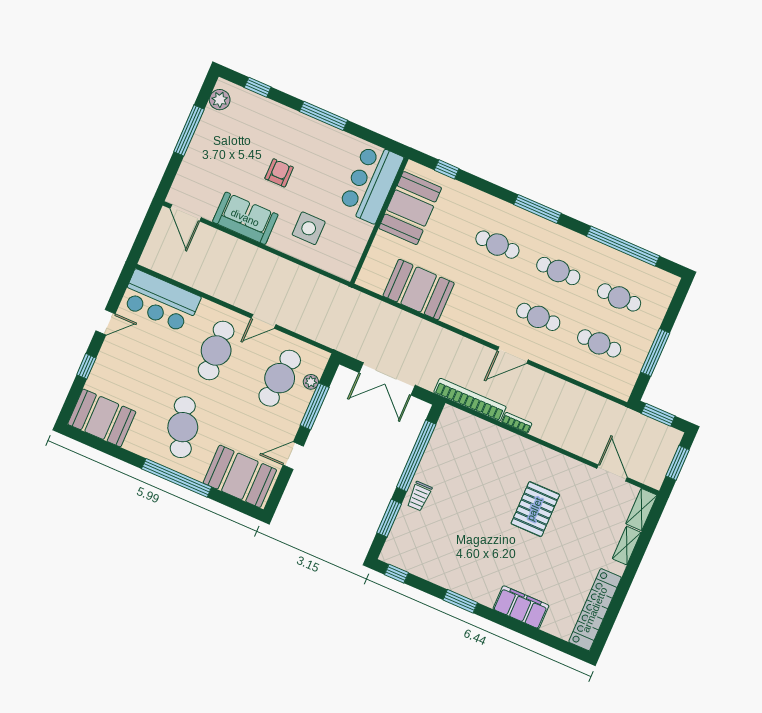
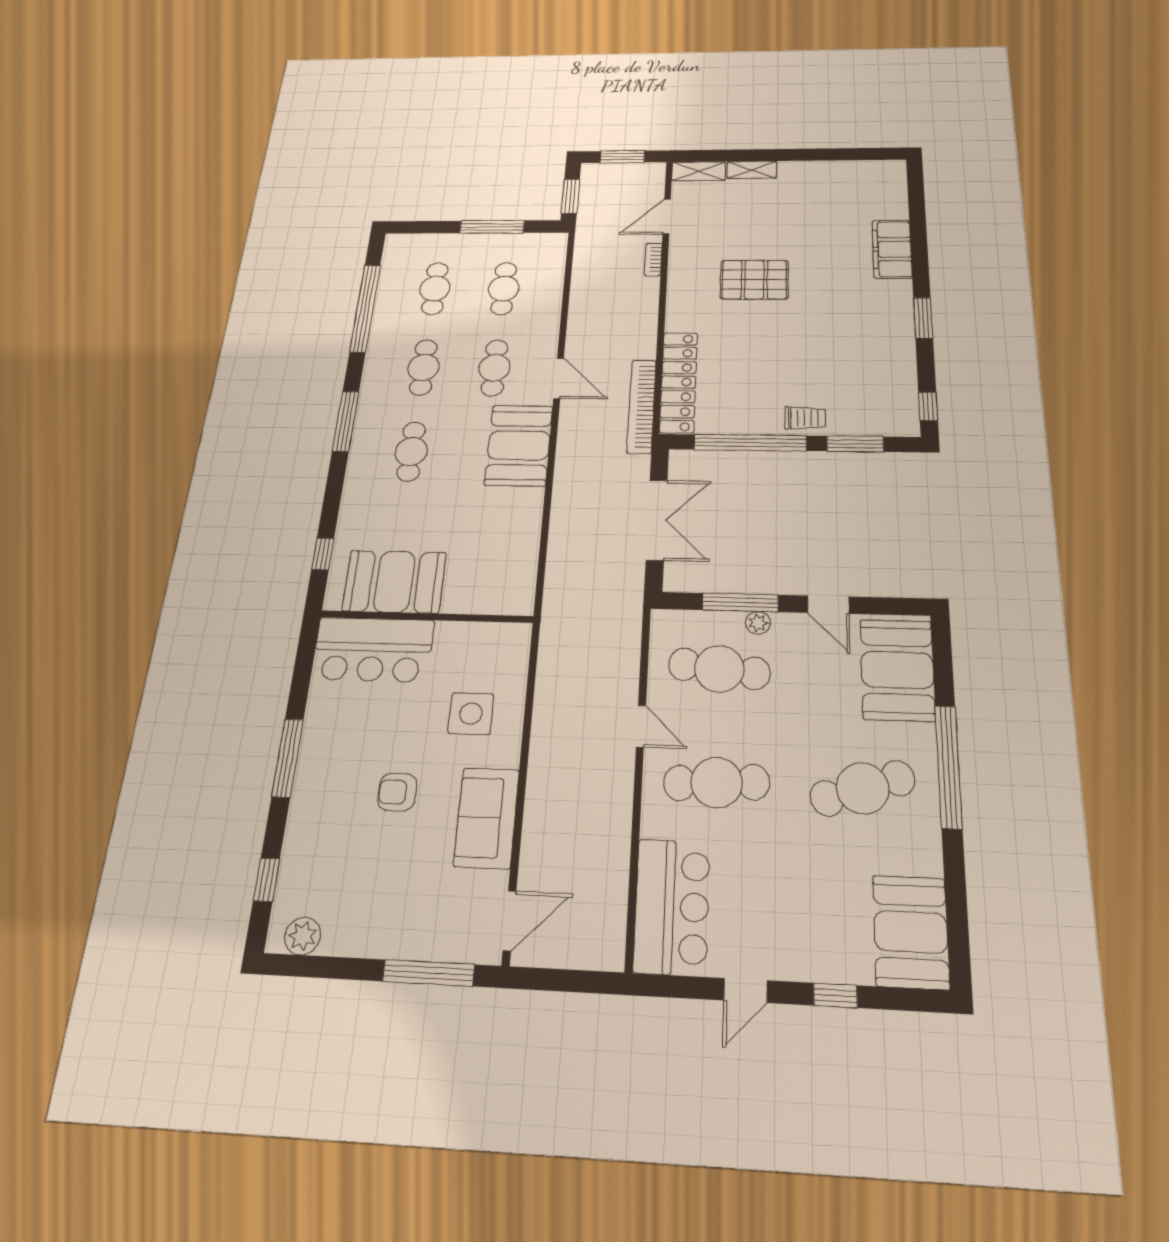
window: (189, 130) -> (429, 973), moved
booth: (419, 290) -> (519, 445), moved
door: (105, 322) -> (745, 990), swing flipped
plant: (311, 382) -> (758, 623), moved
bookcase: (517, 423) -> (653, 259), moved
locker: (595, 610) -> (679, 382), moved, turned -90

